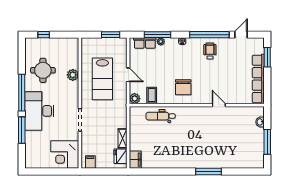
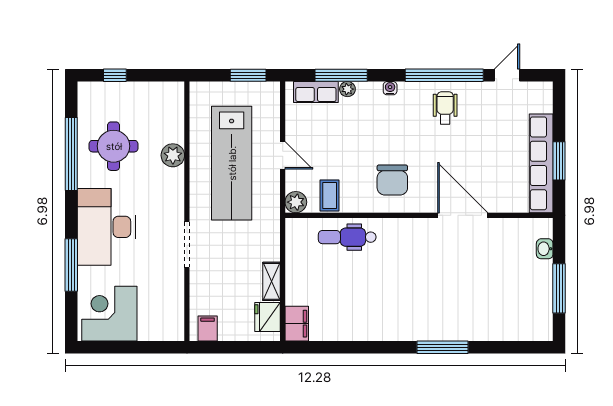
window: (267, 57) -> (559, 161), moved
lab bench: (102, 79) -> (232, 163), width x1.36
window: (22, 93) -> (71, 154), moved
door: (219, 105) -> (463, 215), width x1.87
corner desk: (65, 155) -> (109, 314), moved, turned 90

